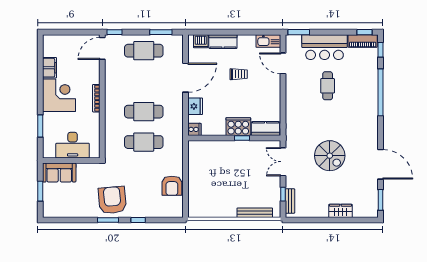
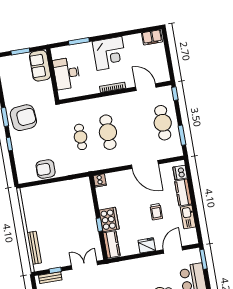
kitchen sink: (268, 41) -> (188, 217), moved
door: (102, 48) -> (146, 87), moved
filing cabinet: (50, 68) -> (152, 37), moved
fridge: (195, 106) -> (147, 245), moved, turned 180
cafe table: (144, 142) -> (81, 137), width x0.73, depth x0.74

